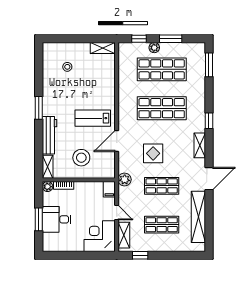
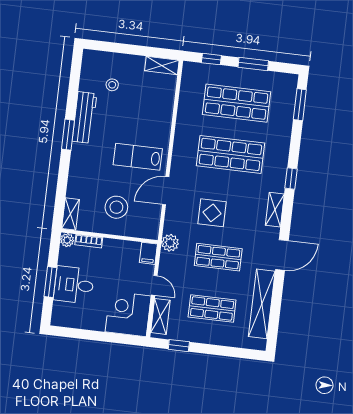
plant: (154, 48) -> (230, 73), removed
workbench: (49, 135) -> (84, 118), moved

